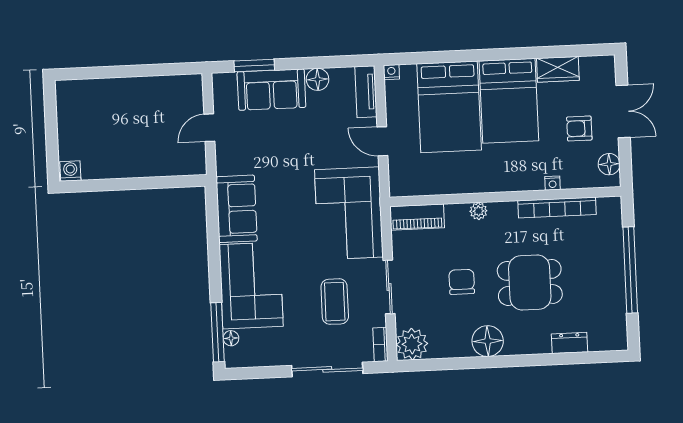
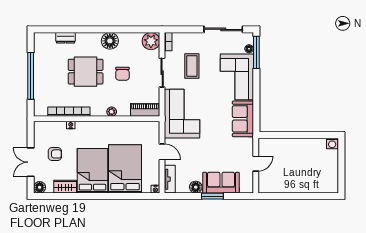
window: (254, 65) -> (212, 196), moved
floor lamp: (609, 164) -> (40, 187), moved
sliding door: (327, 369) -> (223, 29), moved

